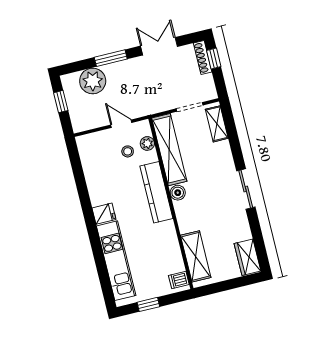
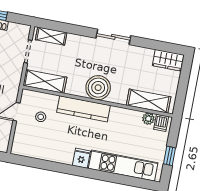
plant: (147, 143) -> (148, 119), moved
shelving: (169, 150) -> (45, 81), width x0.68
boiler: (178, 193) -> (98, 88), width x1.86, depth x1.86

